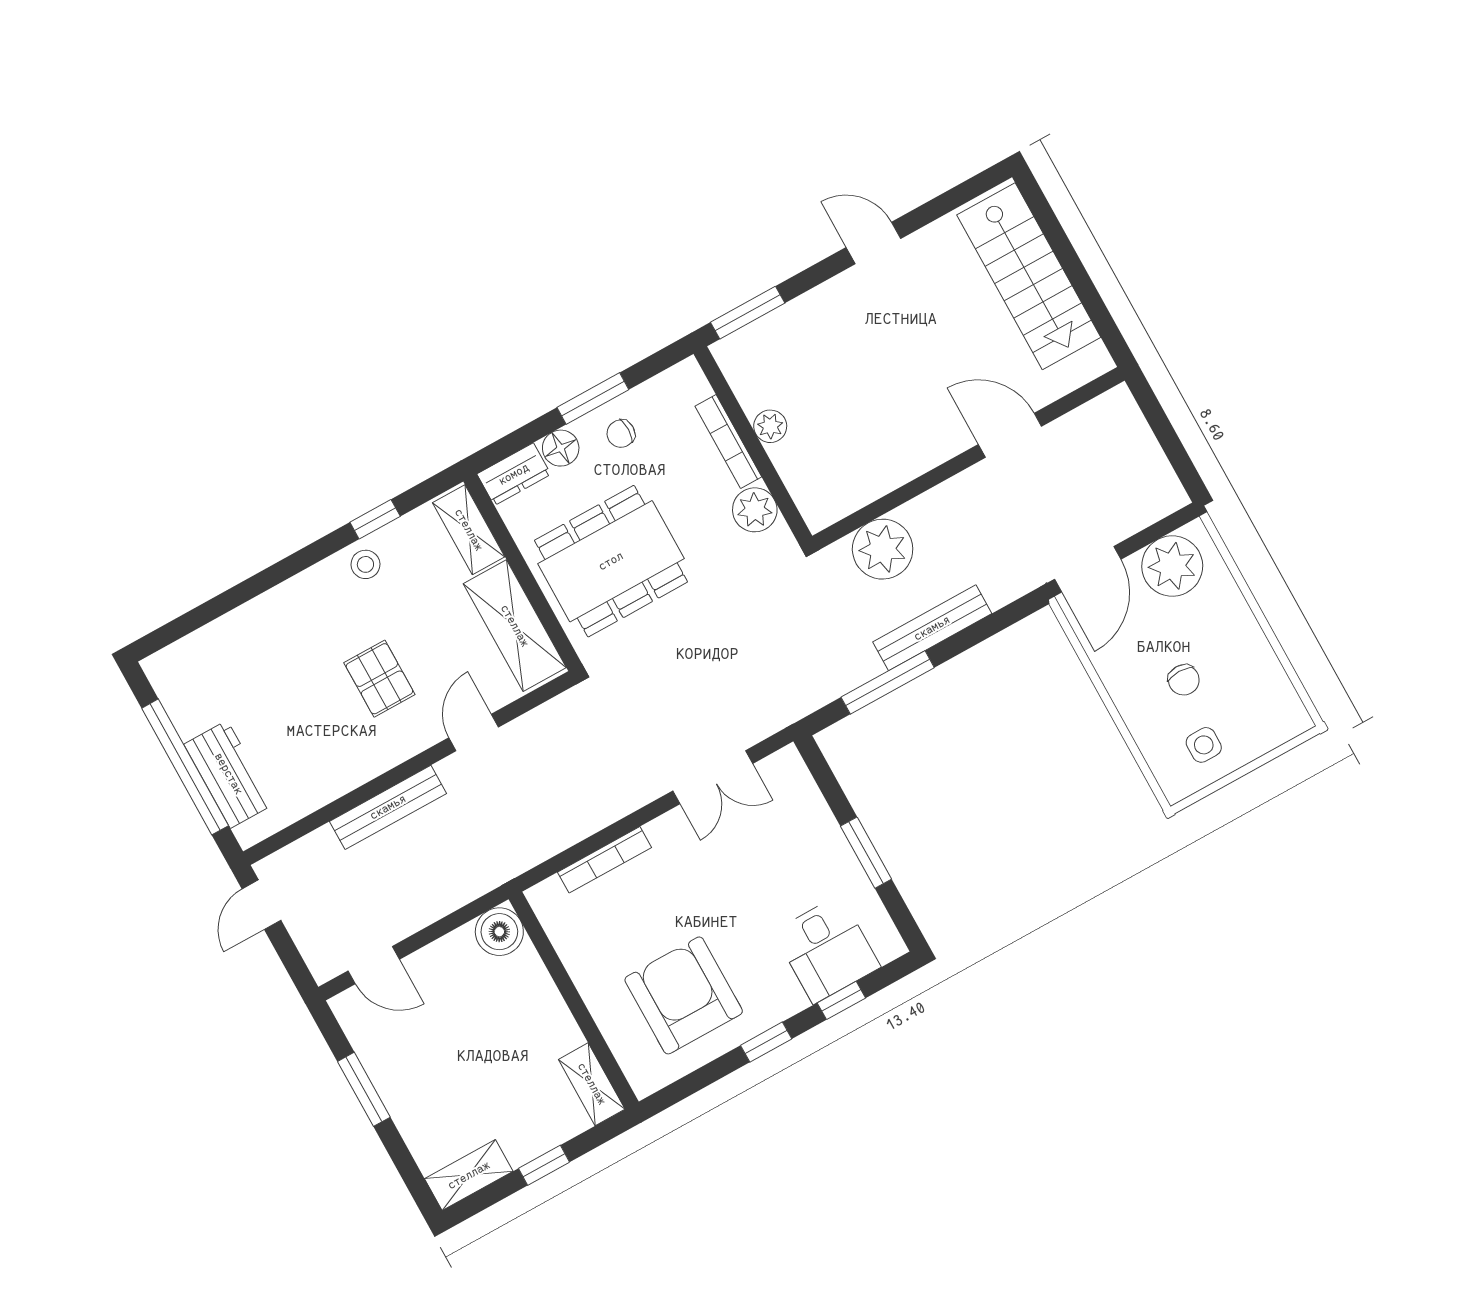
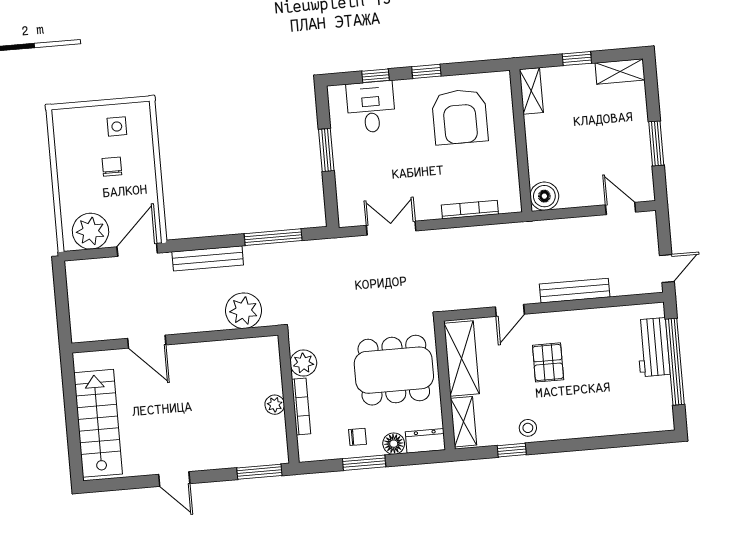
bench: (932, 628) -> (208, 258), moved

